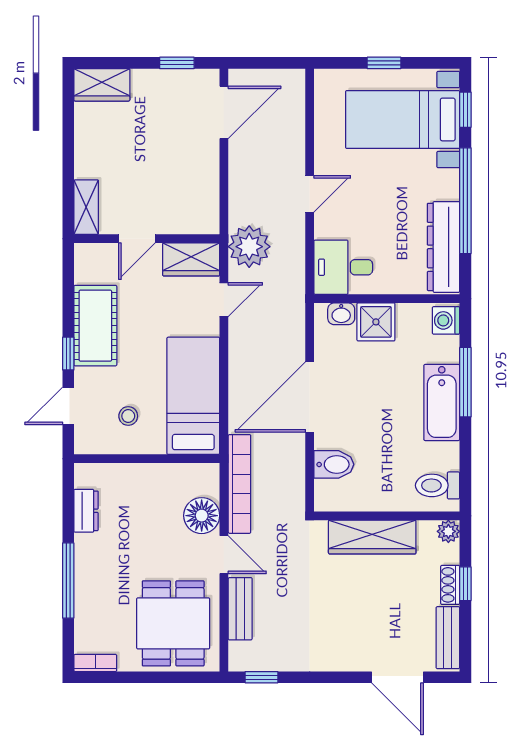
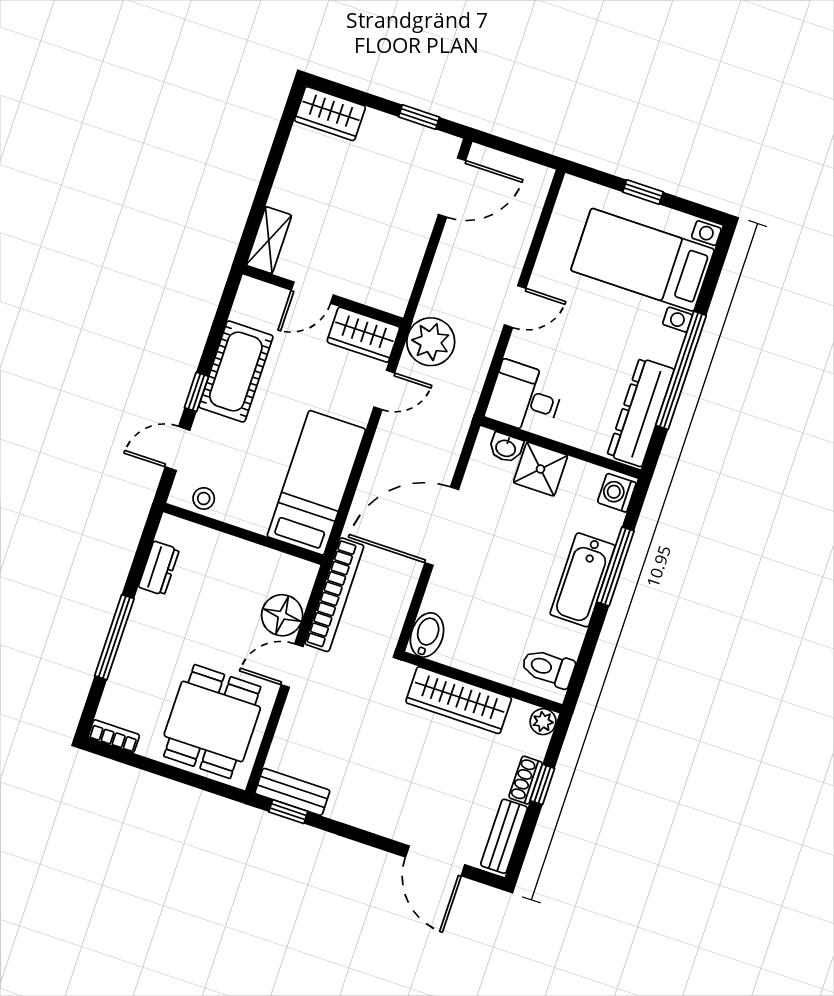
window: (465, 110) -> (714, 272), removed
stool: (128, 416) -> (204, 498), moved
bidet: (334, 464) -> (427, 635), moved, turned -90
door: (224, 555) -> (292, 666), swing flipped
bench: (240, 609) -> (292, 792), moved, turned 90

